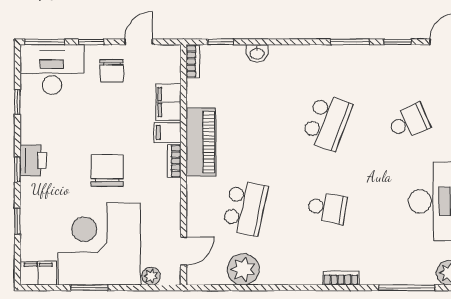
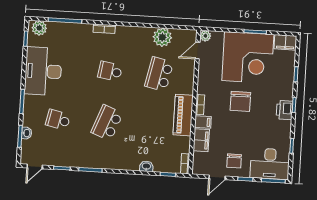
chair: (112, 71) -> (234, 161), turned 180
school desk: (409, 122) -> (58, 120), turned 36
plant: (151, 276) -> (205, 36), moved

